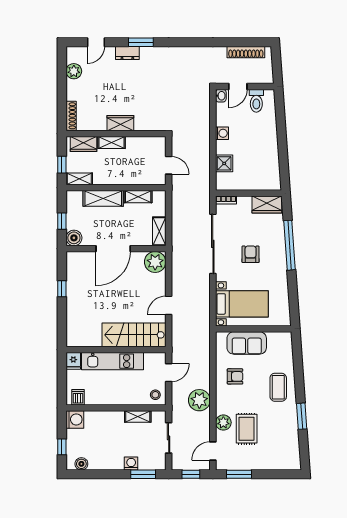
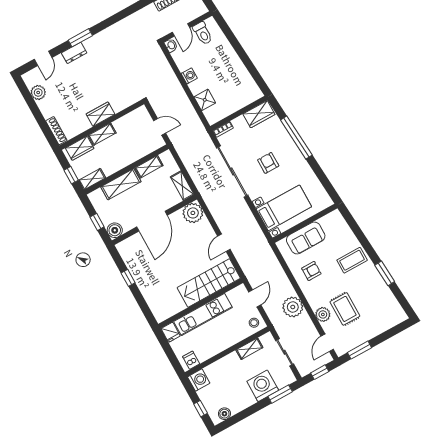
coffee table: (278, 387) -> (352, 260), turned 90
washing machine: (131, 464) -> (263, 386), width x1.89, depth x1.89

